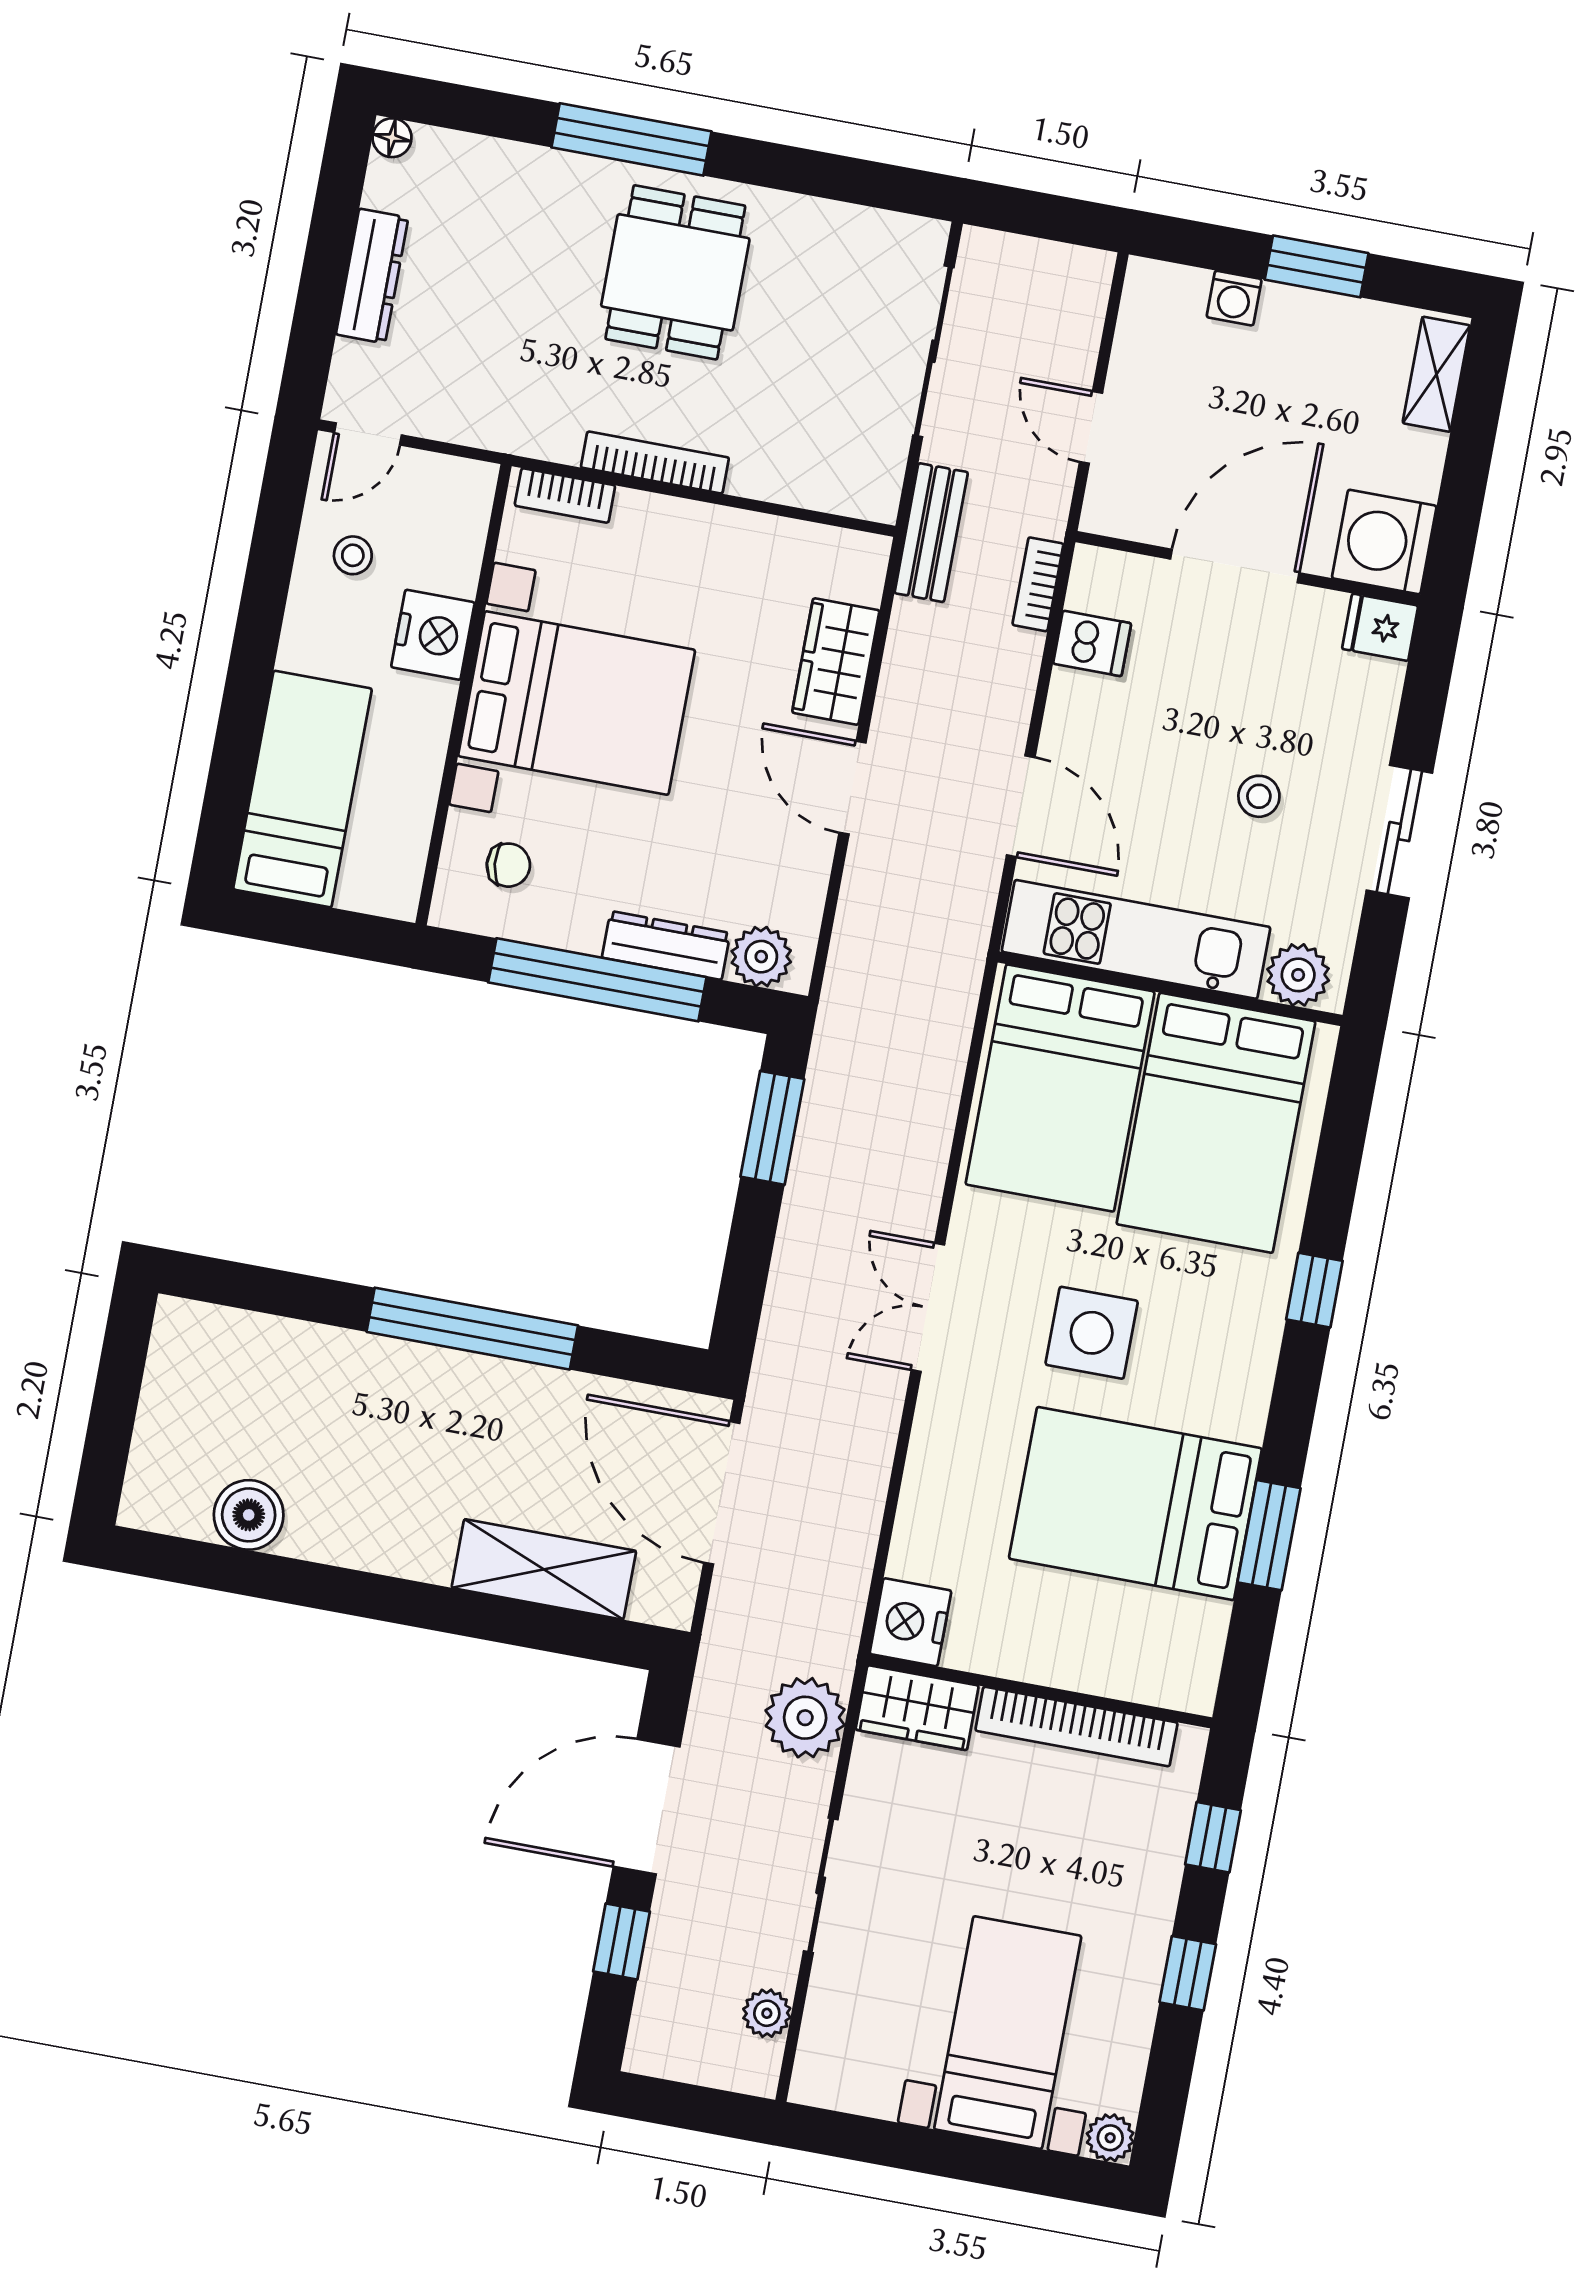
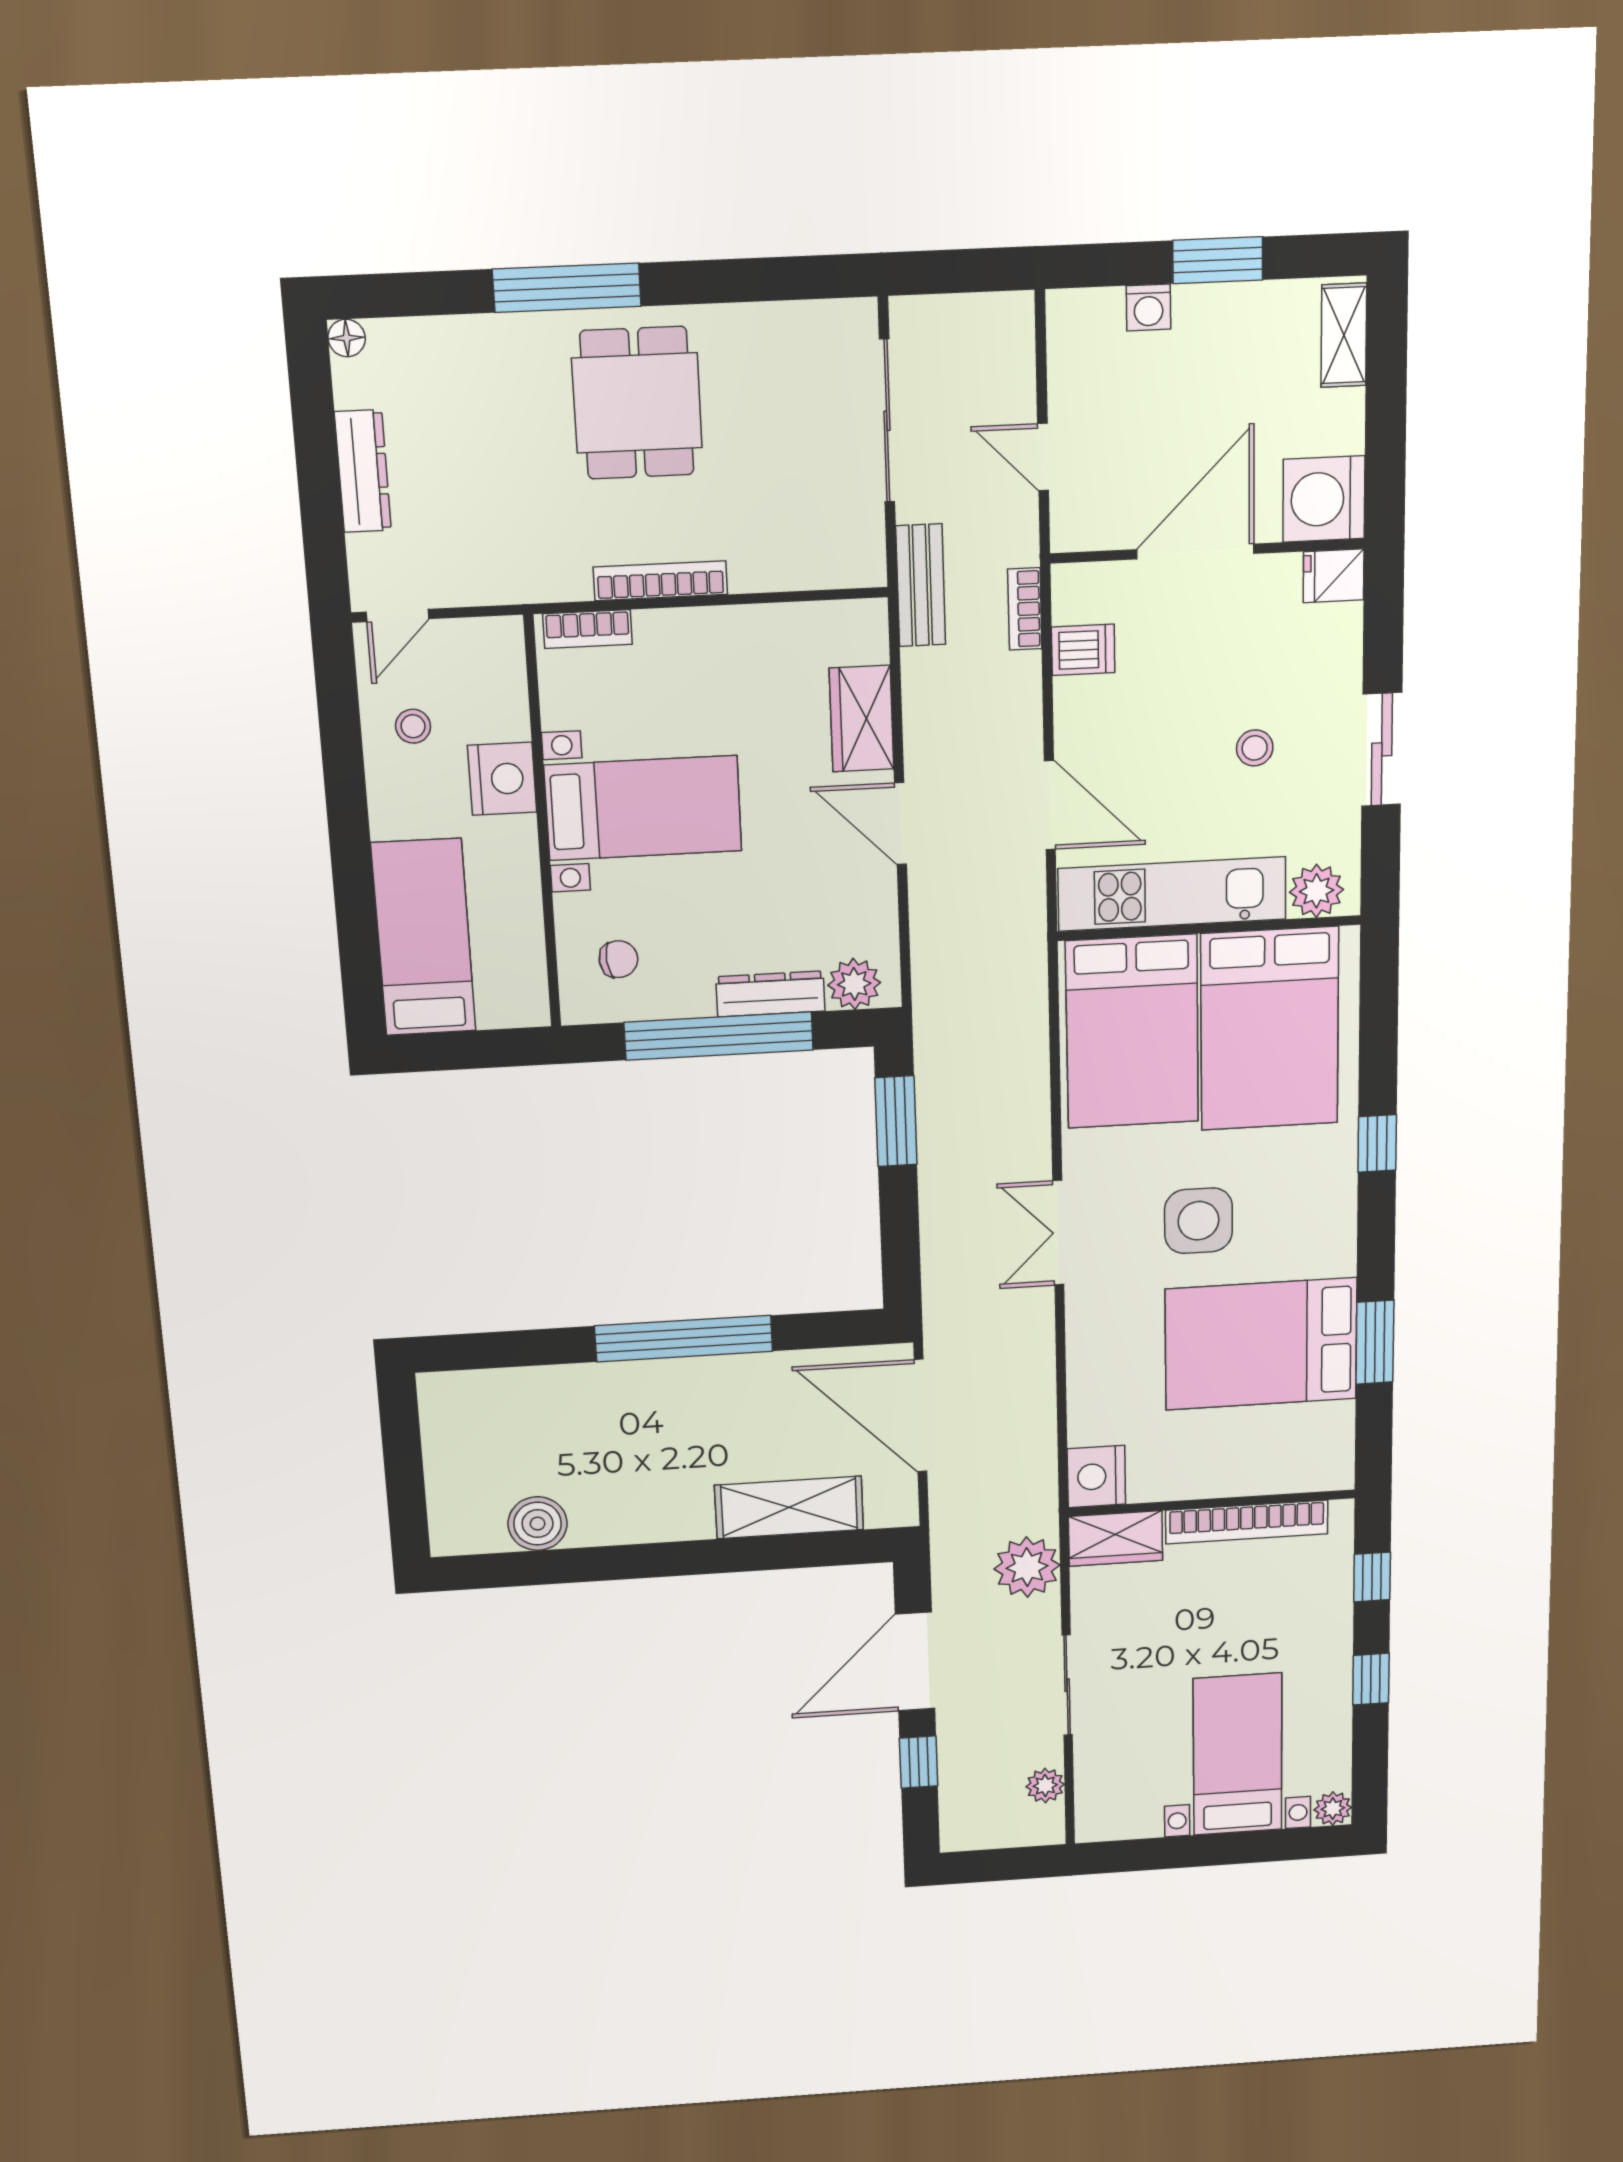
bed with nightstands: (577, 703) -> (643, 808), width x0.73

